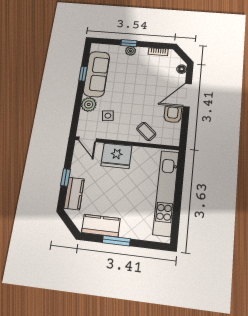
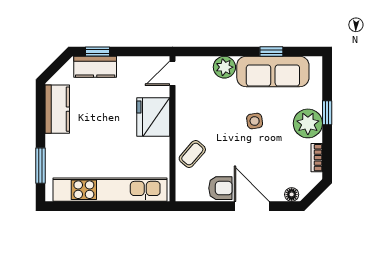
plant: (131, 51) -> (308, 123), width x1.88, depth x1.88
side table: (108, 116) -> (255, 121), moved
window: (66, 177) -> (97, 51), moved
window: (116, 241) -> (40, 166), moved

